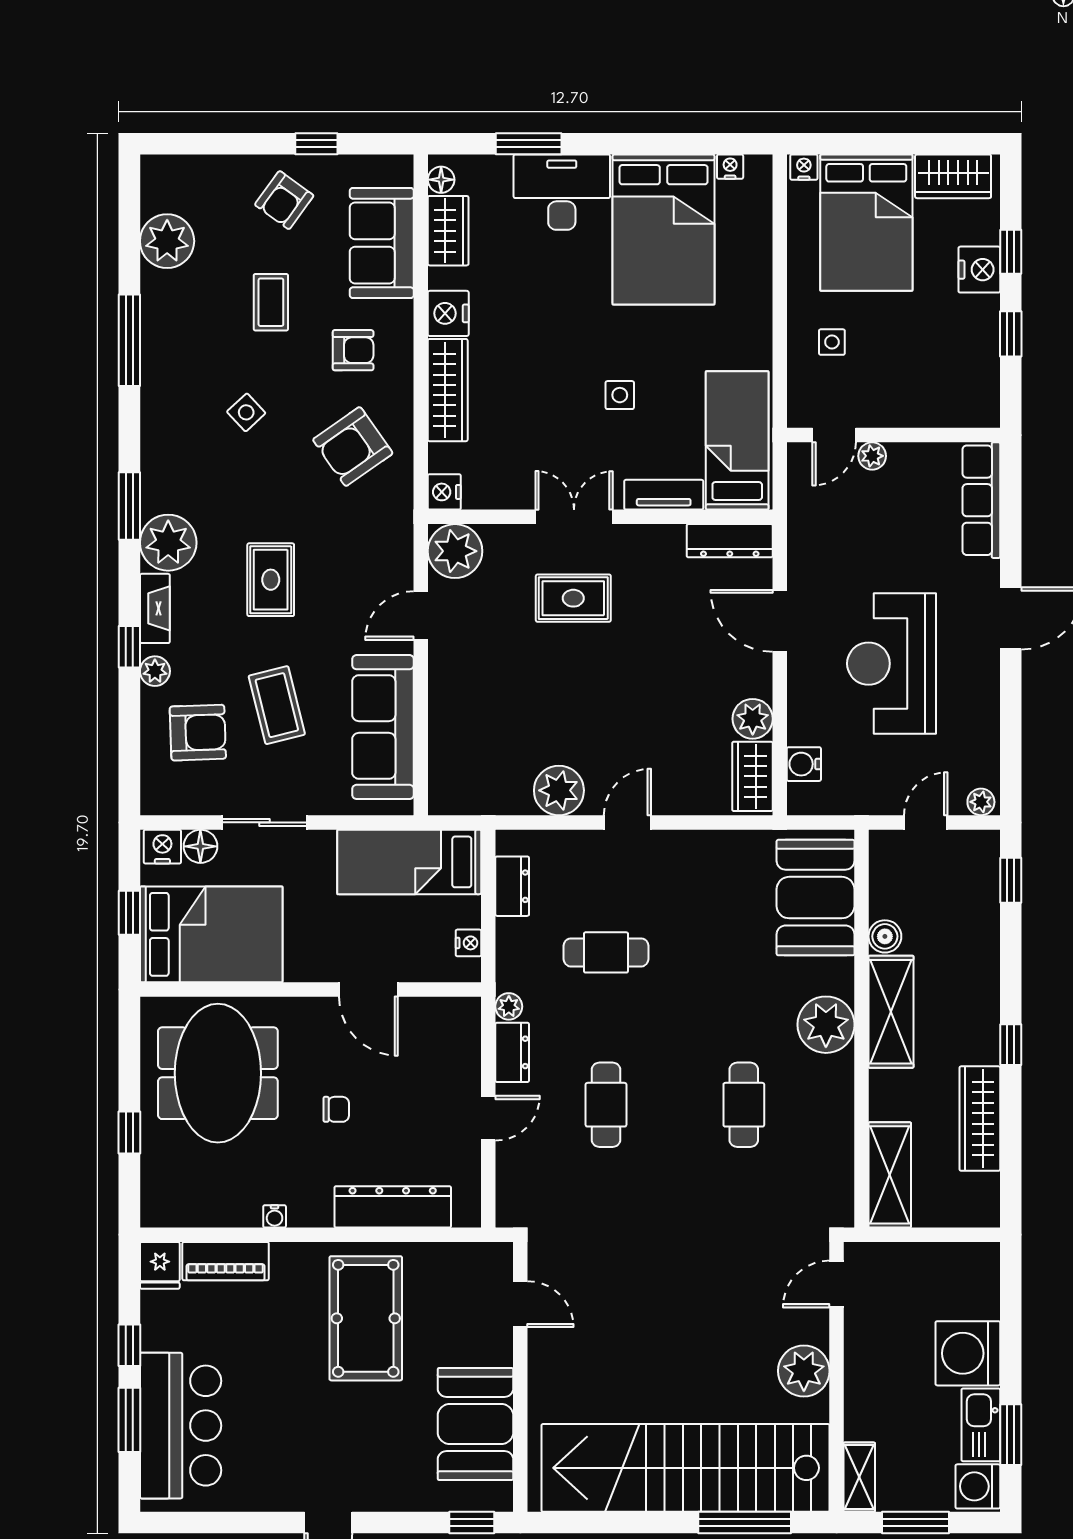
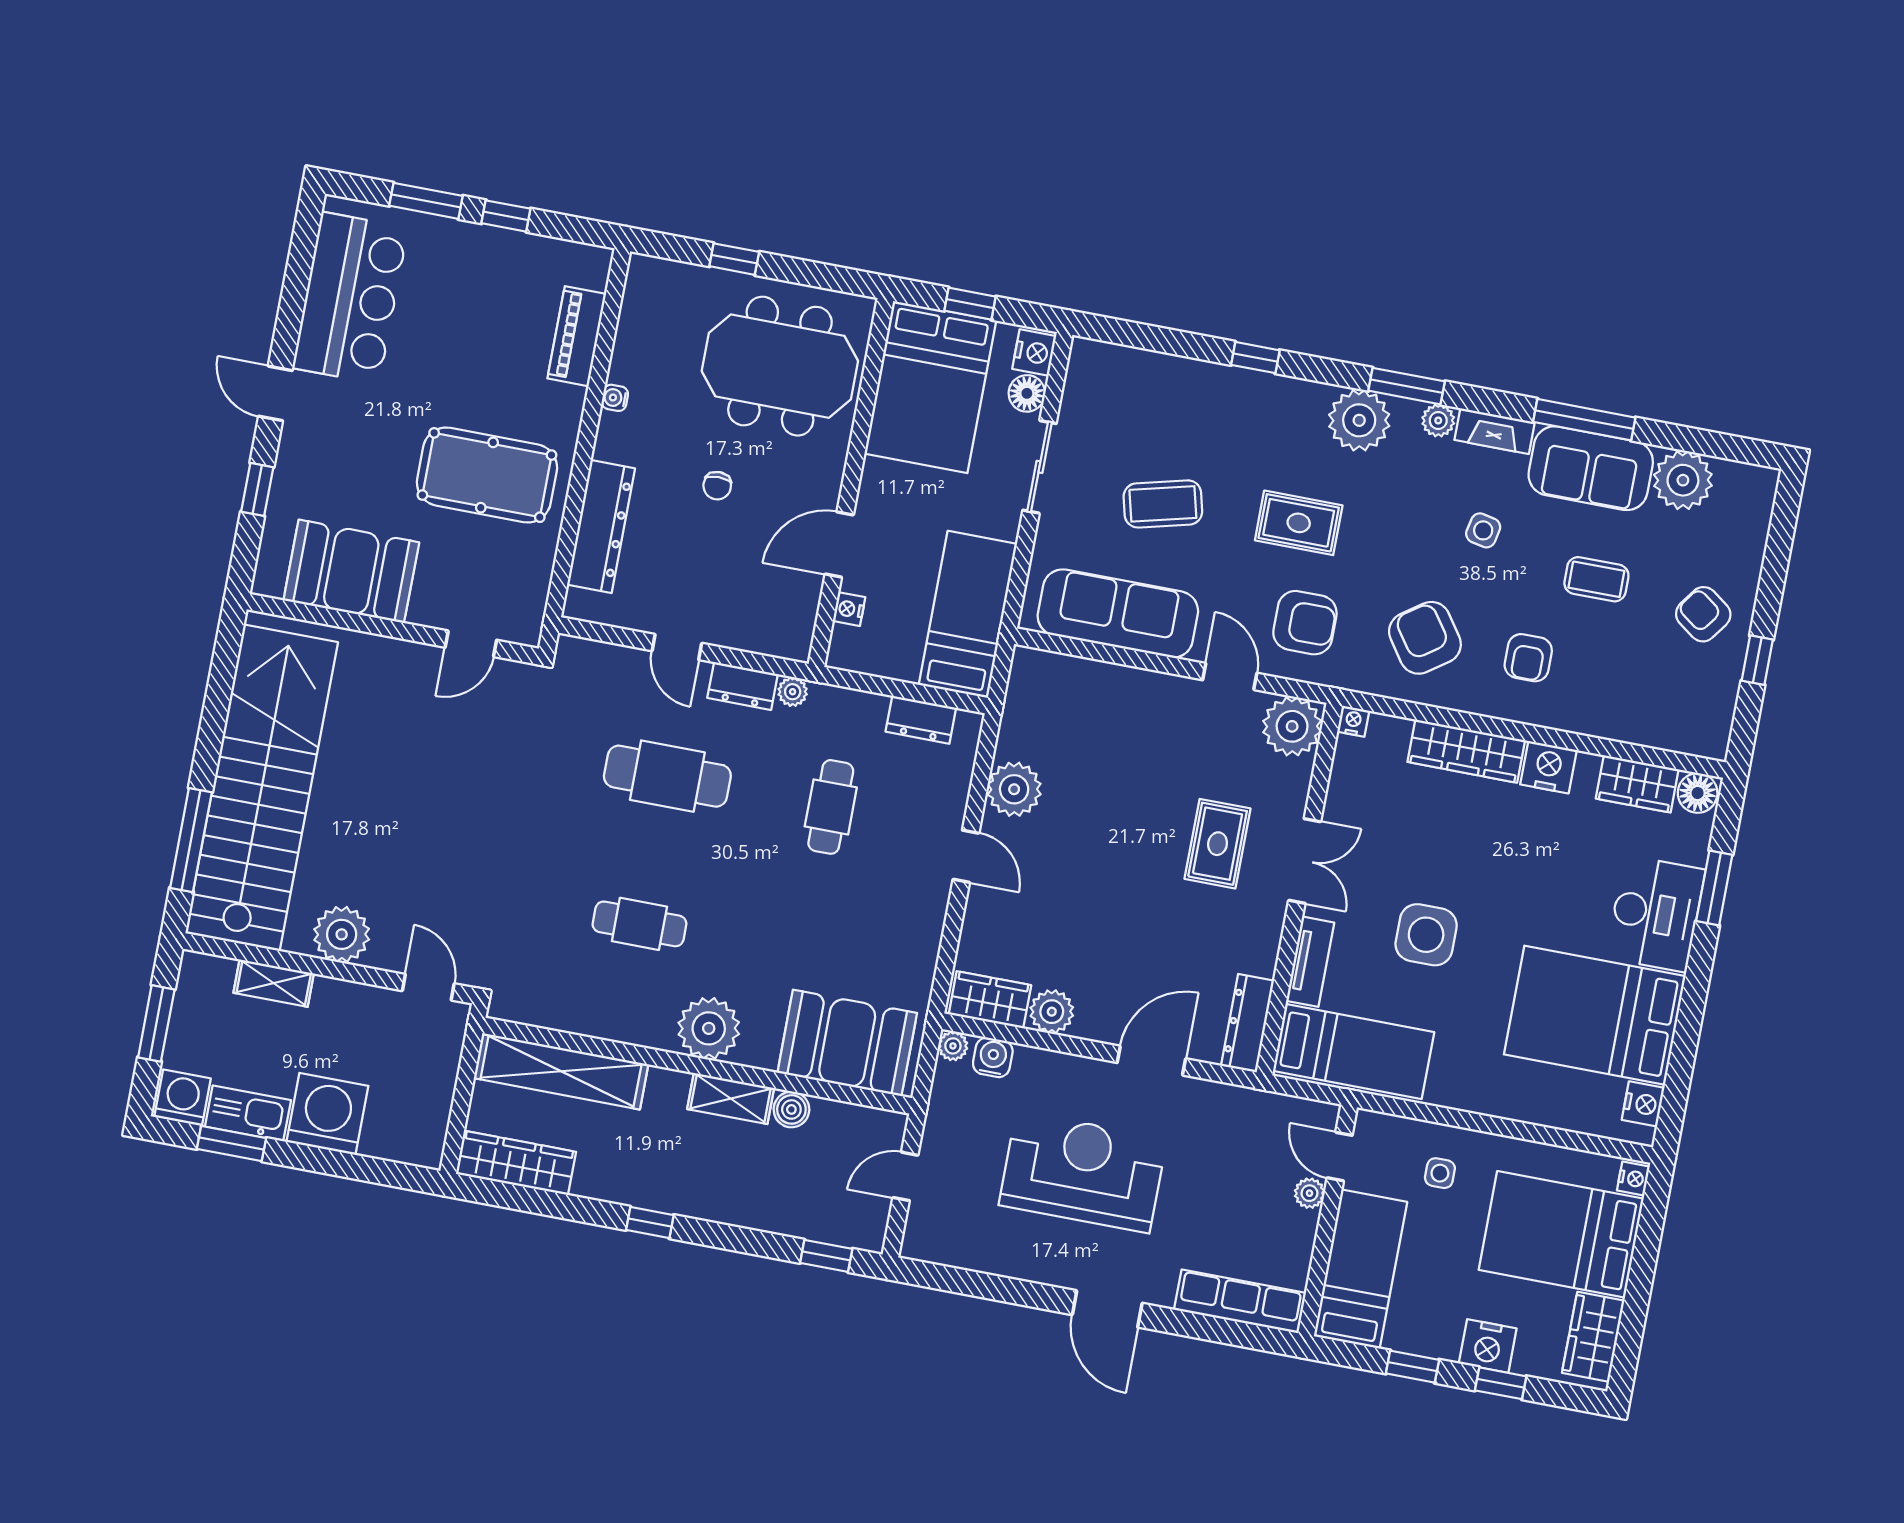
nightstand: (730, 167) -> (1643, 1104), width x1.39, depth x1.35
floor lamp: (441, 180) -> (1698, 793), width x1.37, depth x1.37
sofa: (382, 243) -> (1591, 468), moved, turned 180
side table: (620, 395) -> (1426, 935), width x1.87, depth x1.87
bed: (932, 397) -> (1360, 1269), added
side table: (246, 412) -> (1483, 530), turned -35
nightstand: (444, 492) -> (1353, 721), width x0.72, depth x0.74
fireplace: (155, 608) -> (1495, 431), moved
plant: (155, 671) -> (1438, 421), moved
armchair: (198, 733) -> (1305, 623), moved, turned -88
plant: (981, 802) -> (953, 1046), moved
door: (926, 822) -> (905, 1176), swing flipped
nightstand: (468, 943) -> (849, 609), moved, turned 90
shelving: (891, 1012) -> (731, 1099), width x0.67, depth x0.75
cafe table: (606, 1105) -> (667, 776), width x1.37, depth x1.35
wardrobe: (980, 1119) -> (516, 1163), moved
shelving: (890, 1175) -> (561, 1071), width x1.47
fridge: (160, 1265) -> (585, 265), removed
bar counter: (181, 1426) -> (350, 298), moved, turned -90
shelving: (859, 1477) -> (274, 983), moved
window: (472, 1523) -> (257, 489), moved

